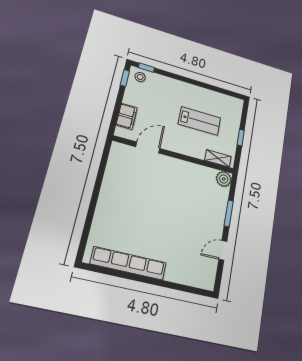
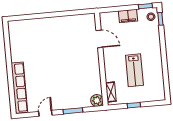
filing cabinet: (127, 116) -> (128, 16), moved
door: (223, 250) -> (45, 113), hinge flipped
row of seats: (128, 263) -> (19, 88), moved

